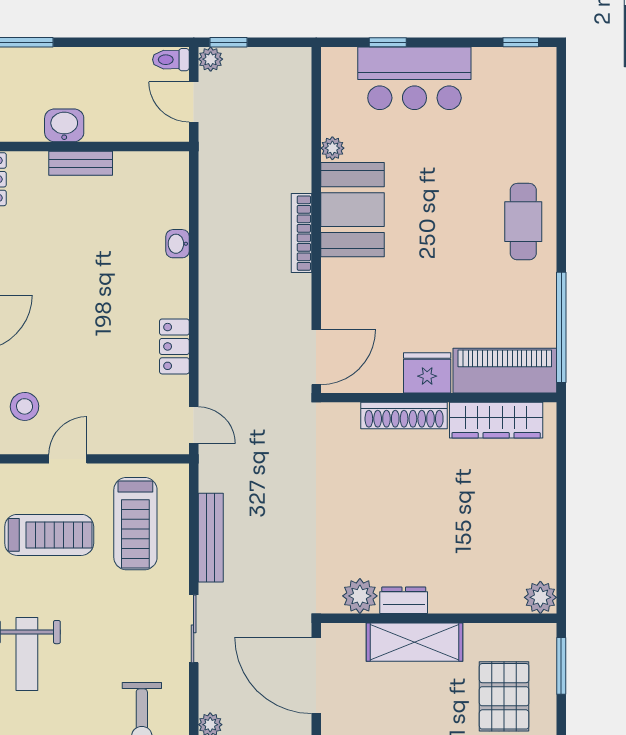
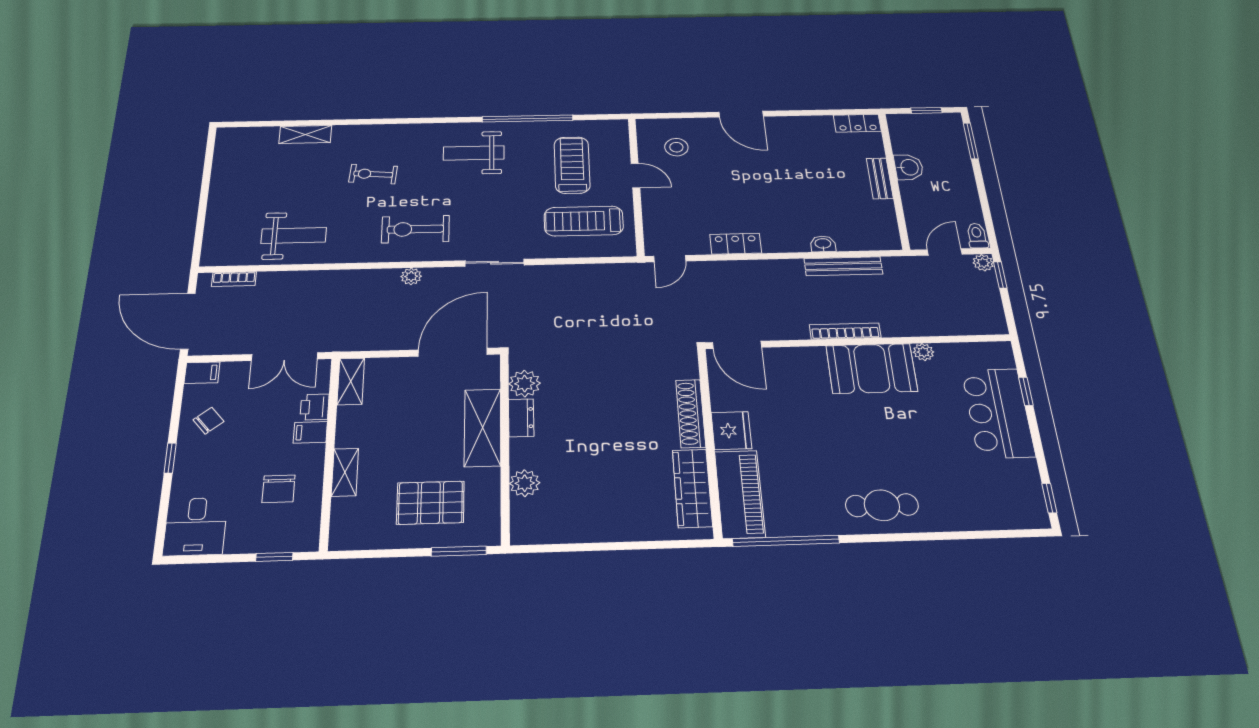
treadmill: (49, 535) -> (572, 165), turned 180
bench: (211, 538) -> (843, 266), moved
plant: (540, 597) -> (525, 483), moved

